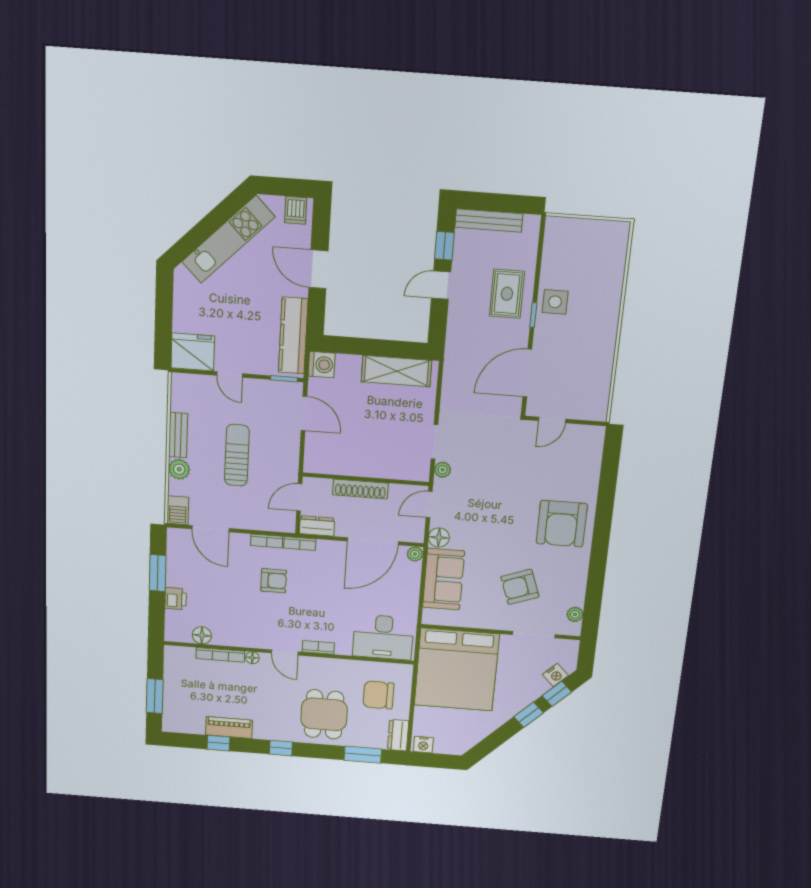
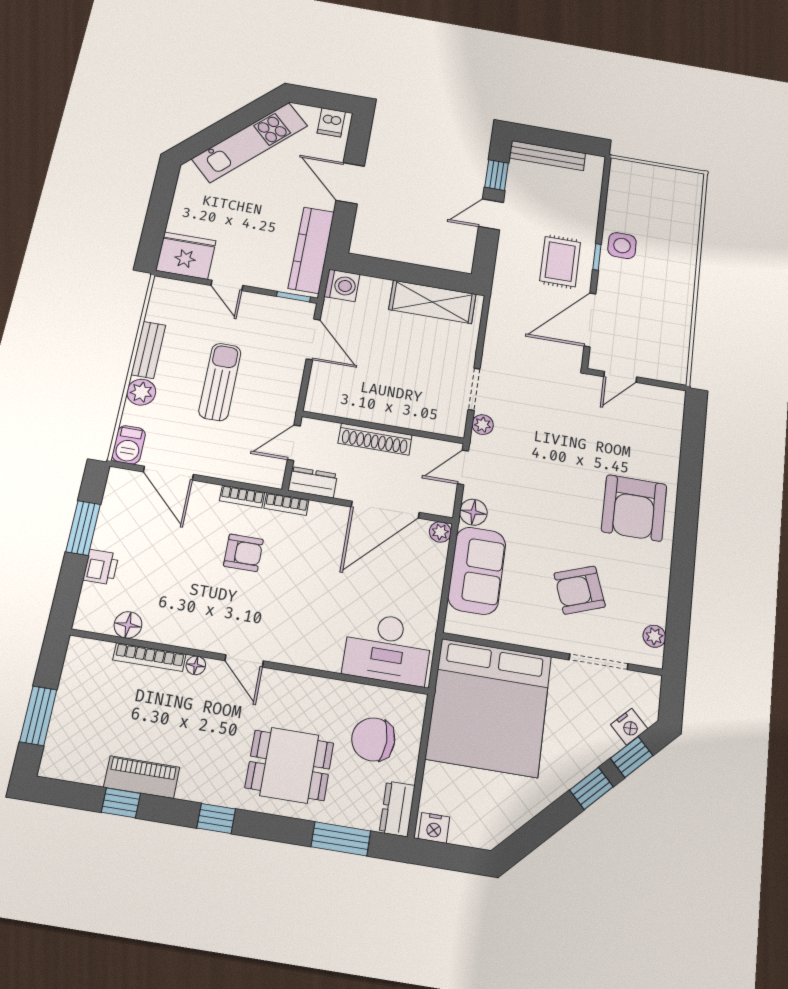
rug: (507, 294) -> (560, 262), moved
bookcase: (318, 647) -> (293, 657), removed
dining table: (324, 714) -> (289, 765), turned 90

